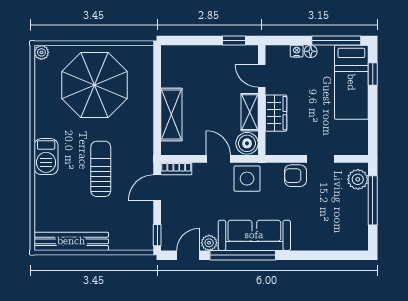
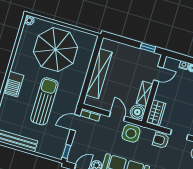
door: (262, 76) -> (158, 74), swing flipped
wardrobe: (276, 113) -> (156, 113), moved
shelving: (171, 114) -> (99, 74), width x1.47
sun lounger: (101, 169) -> (44, 101), width x1.36, depth x1.34

